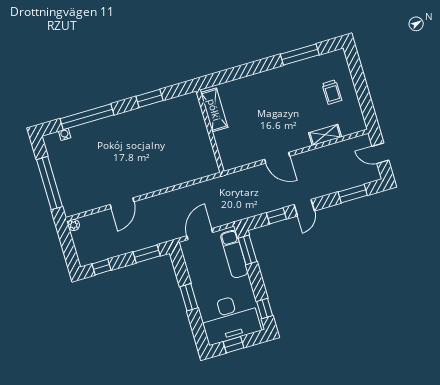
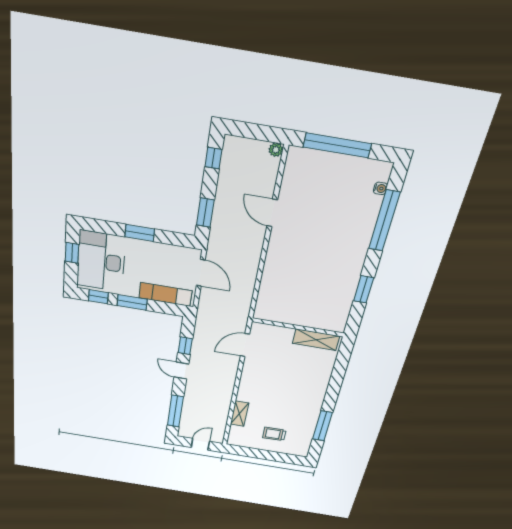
door: (277, 158) -> (245, 345), moved
window: (353, 194) -> (175, 411), width x1.44
window: (247, 250) -> (132, 302), moved

